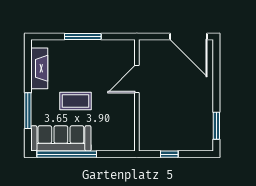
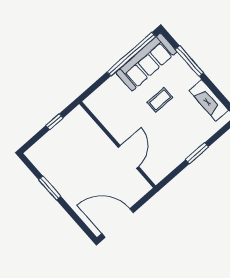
window: (83, 36) -> (197, 153), width x0.69
coffee table: (76, 101) -> (160, 100), width x0.73, depth x0.77
window: (216, 126) -> (50, 188), moved

